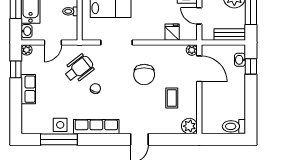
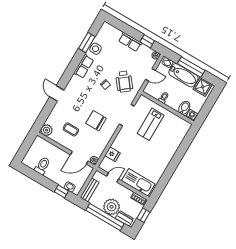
door: (53, 42) -> (150, 75), swing flipped
toilet: (234, 126) -> (42, 166), moved
row of seats: (96, 127) -> (84, 66), width x0.68
window: (59, 139) -> (87, 42), width x0.69

